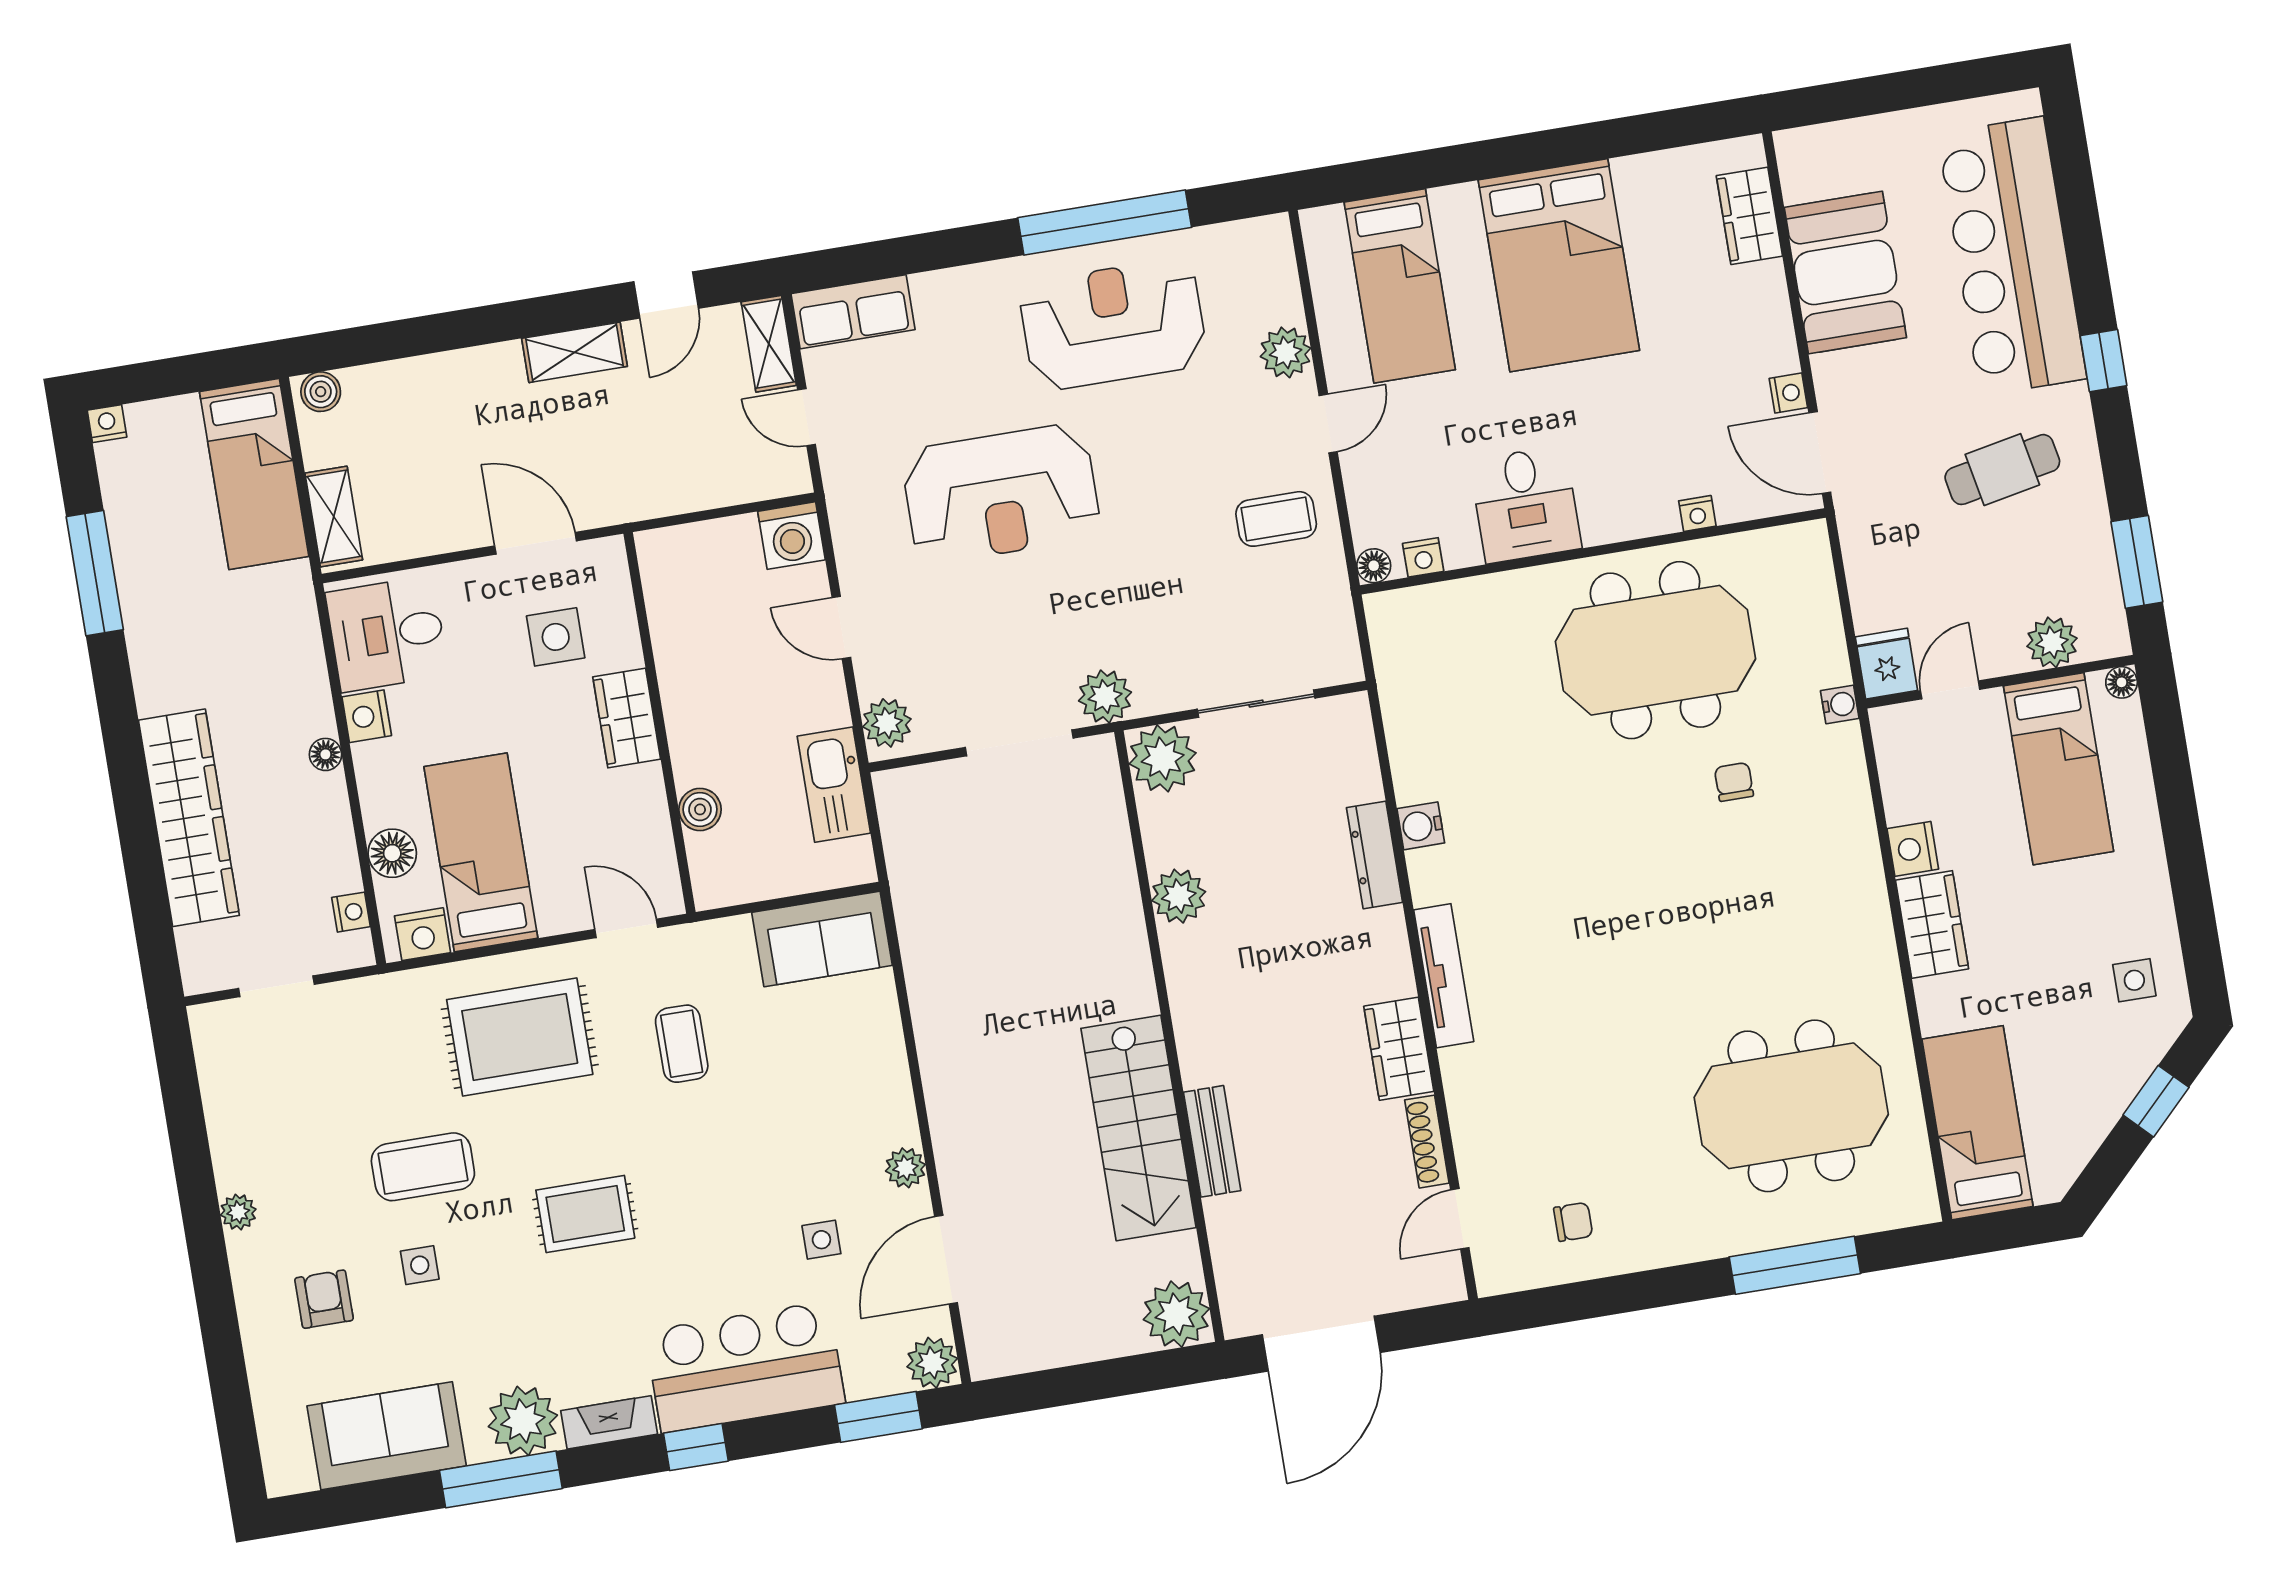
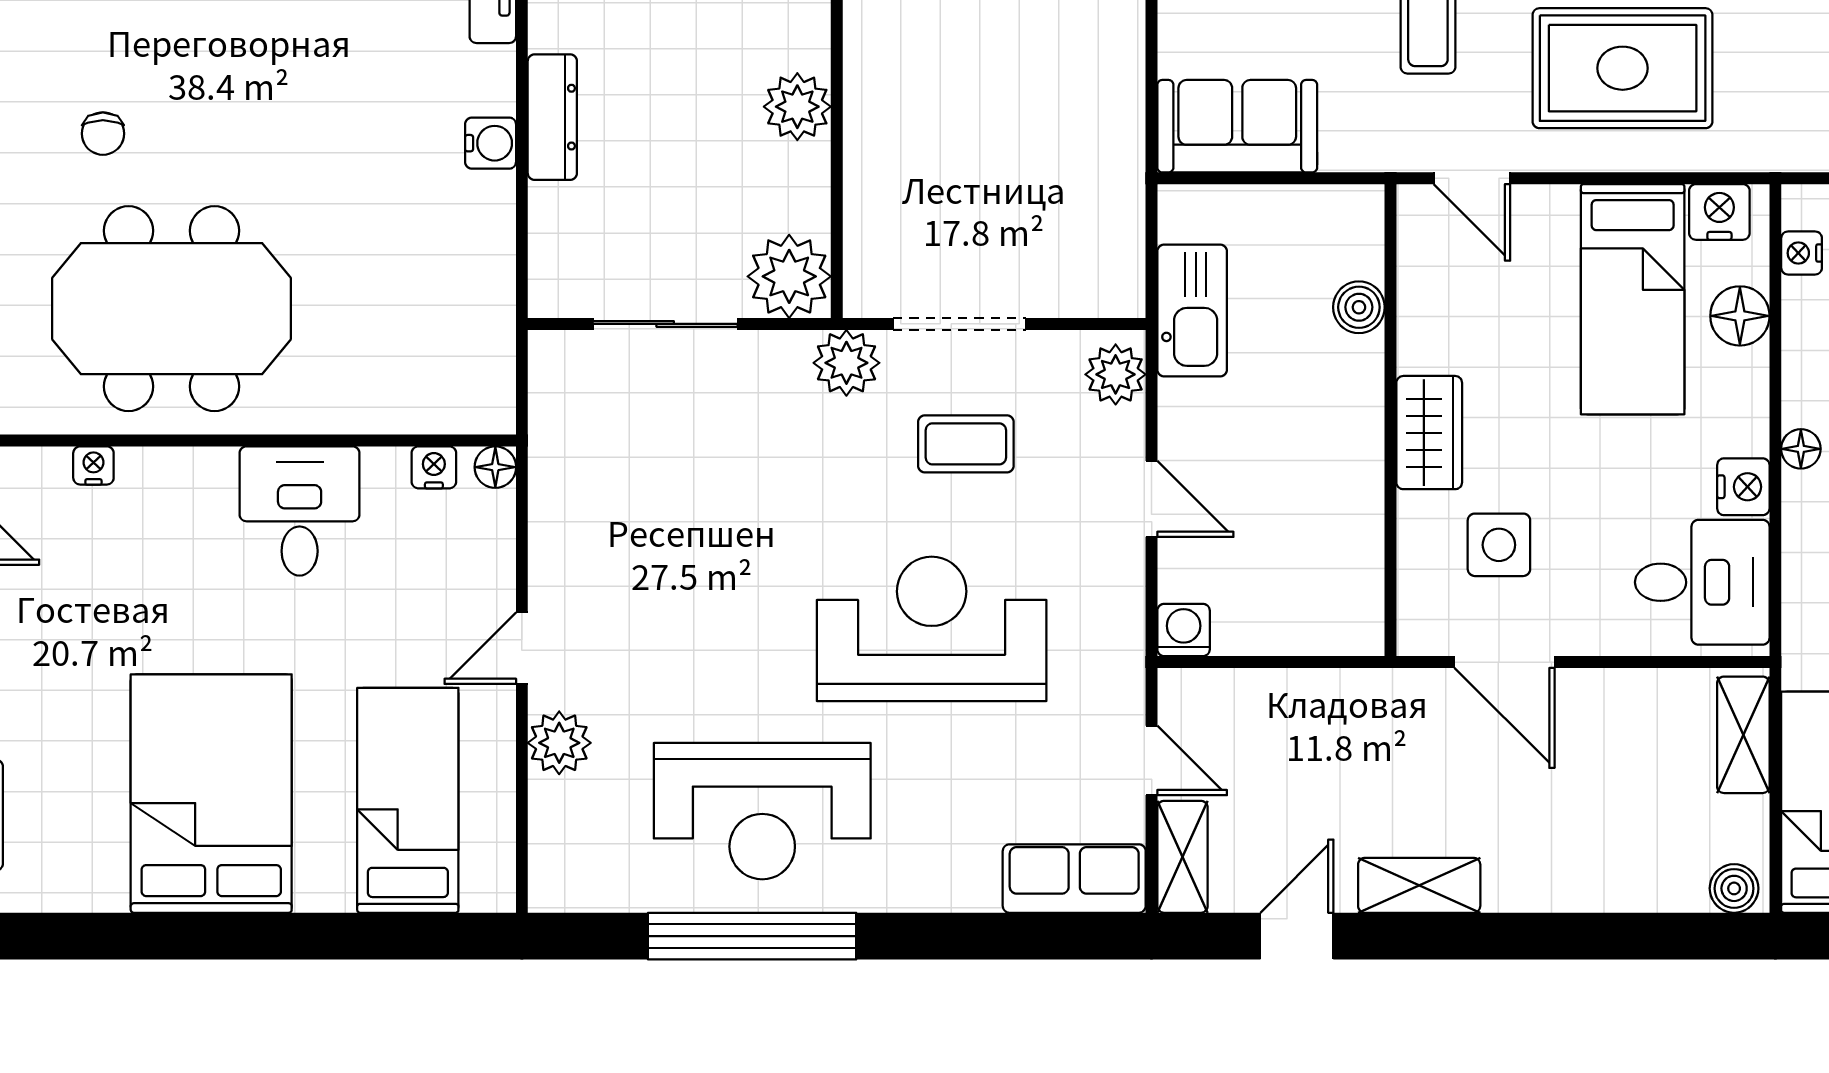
coffee table: (1276, 519) -> (966, 444), moved
washing machine: (791, 536) -> (1184, 630), width x0.73, depth x0.73

